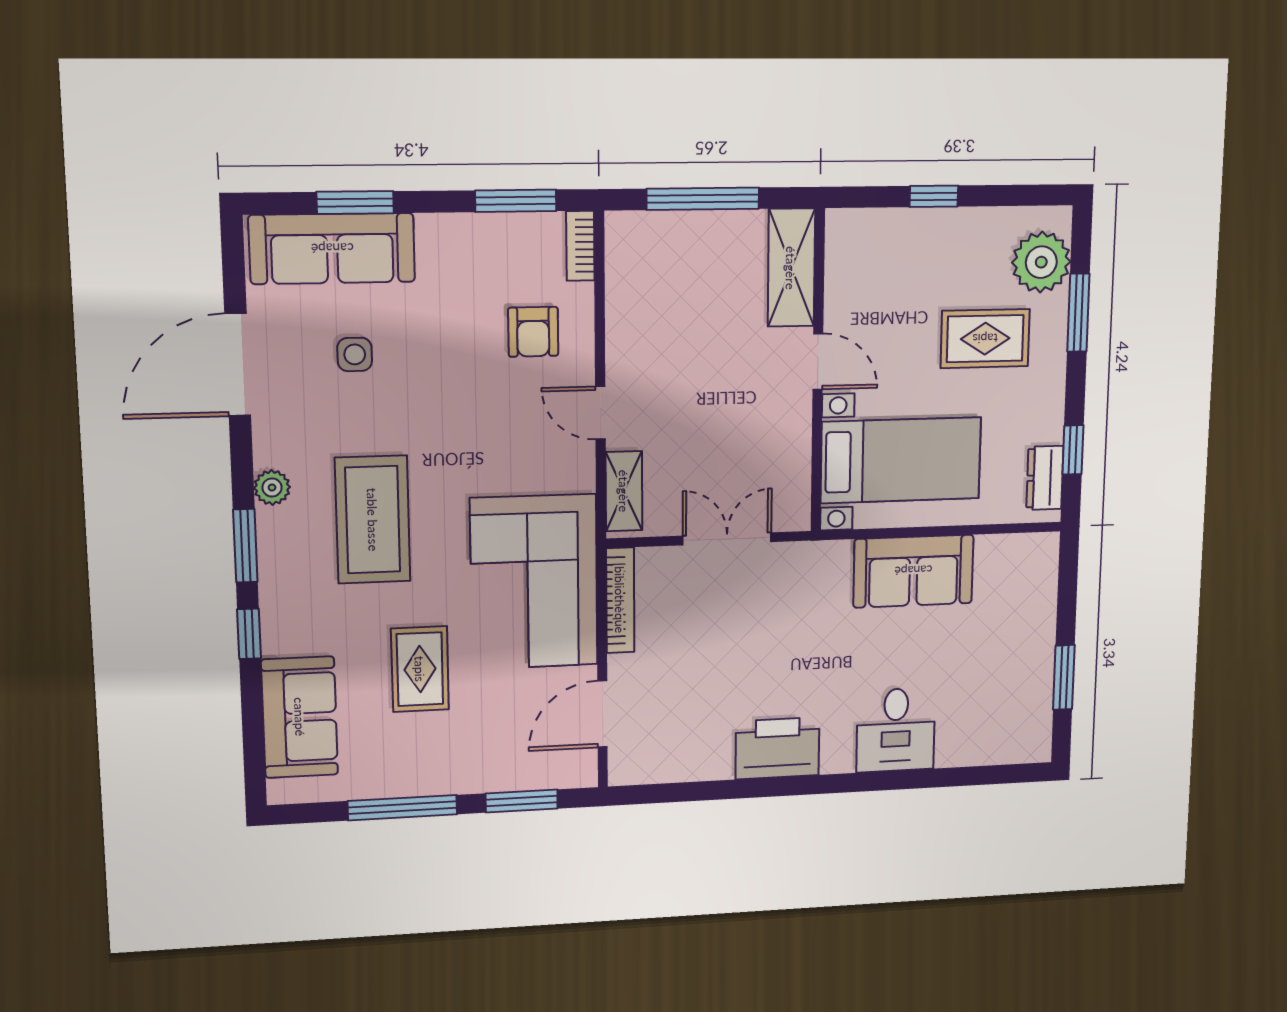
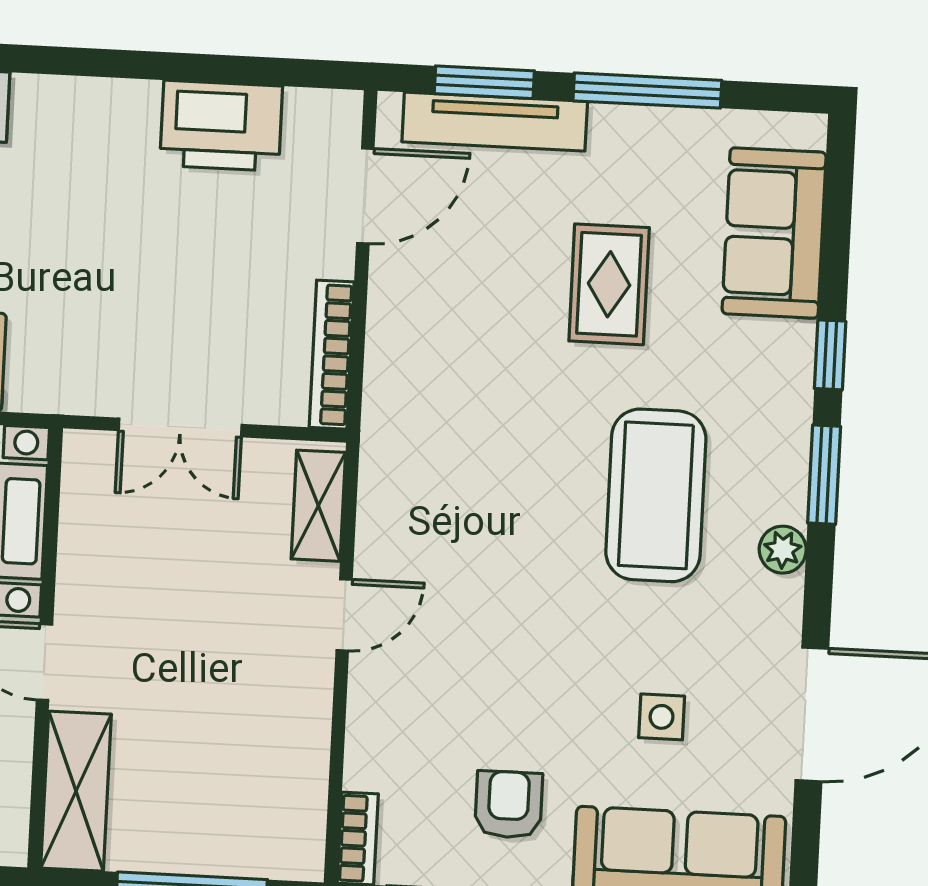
armchair: (533, 332) -> (509, 805), moved
door: (600, 413) -> (344, 615), hinge flipped
corner sofa: (534, 582) -> (447, 391), removed
printer: (777, 748) -> (221, 126), moved
tv unit: (512, 775) -> (495, 122), added

